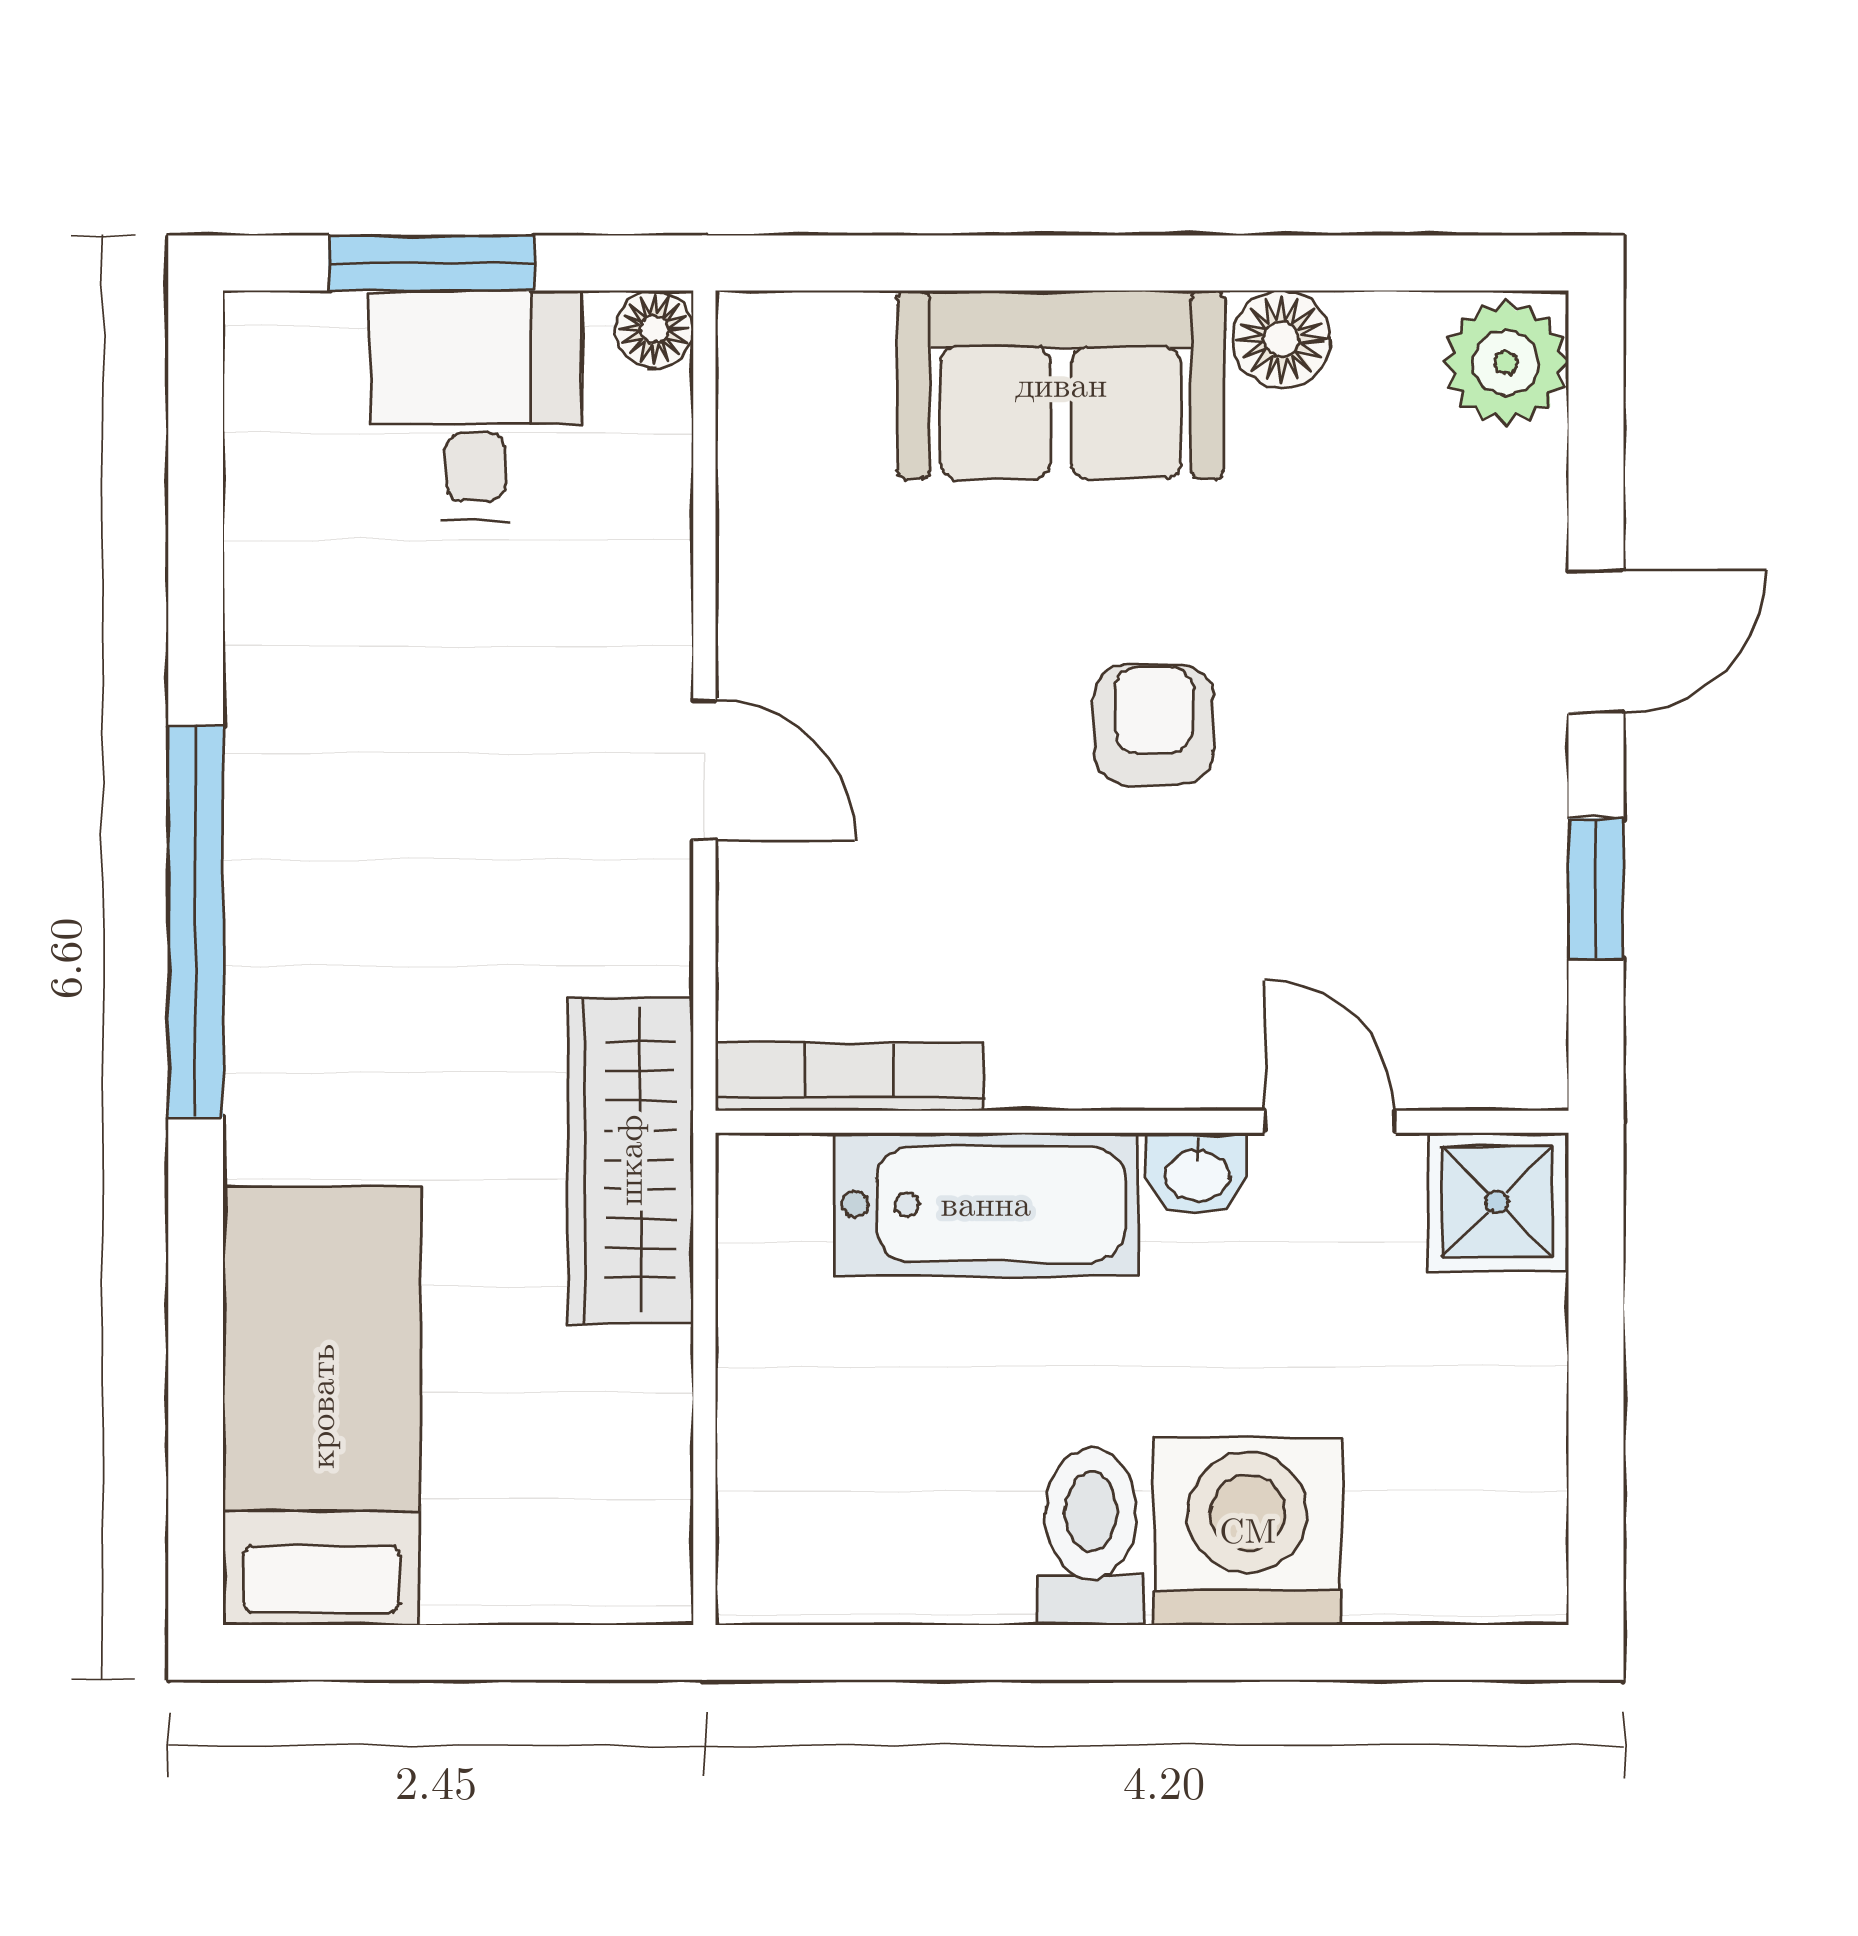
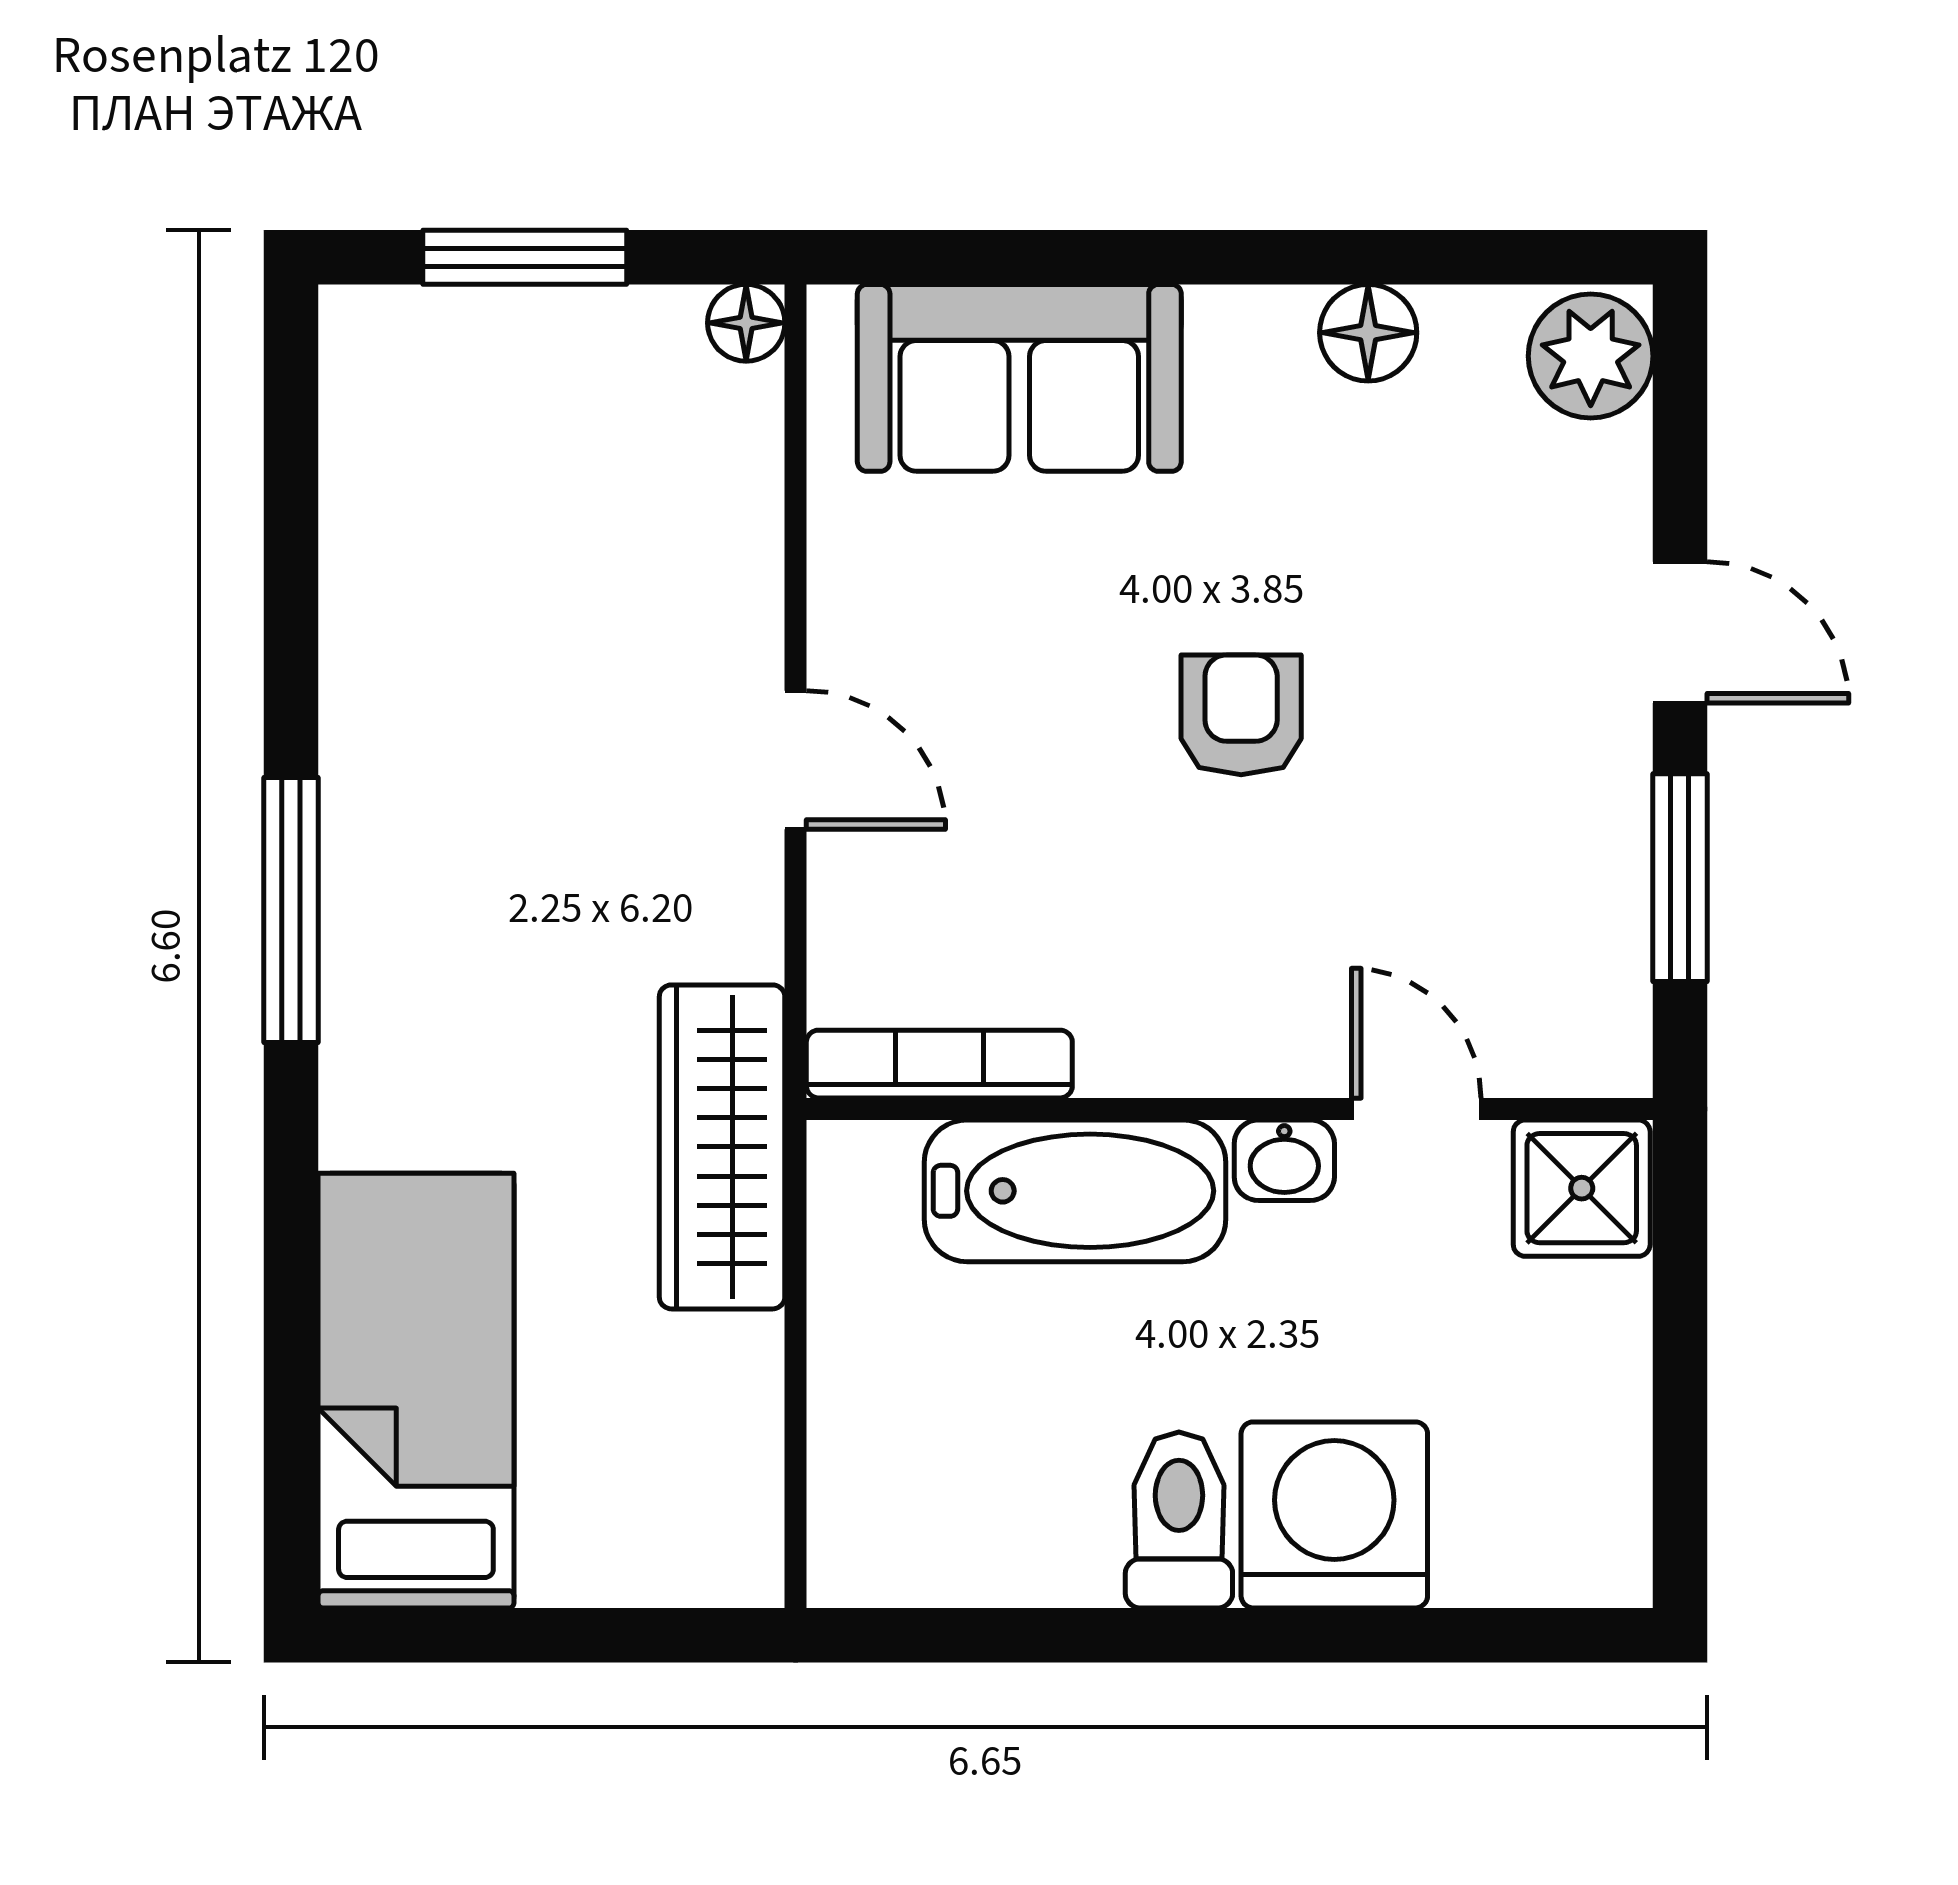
sofa: (1061, 385) -> (1019, 378), moved
desk: (476, 405) -> (569, 398), removed
door: (1596, 641) -> (1680, 632), hinge flipped
window: (1596, 889) -> (1680, 878), width x1.50
window: (196, 921) -> (291, 910), width x0.68

